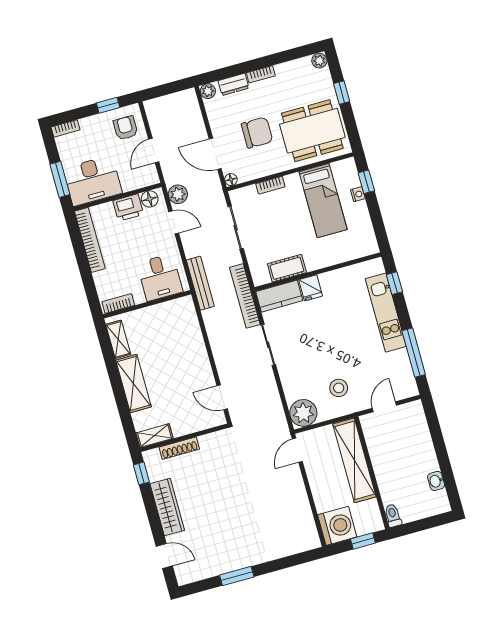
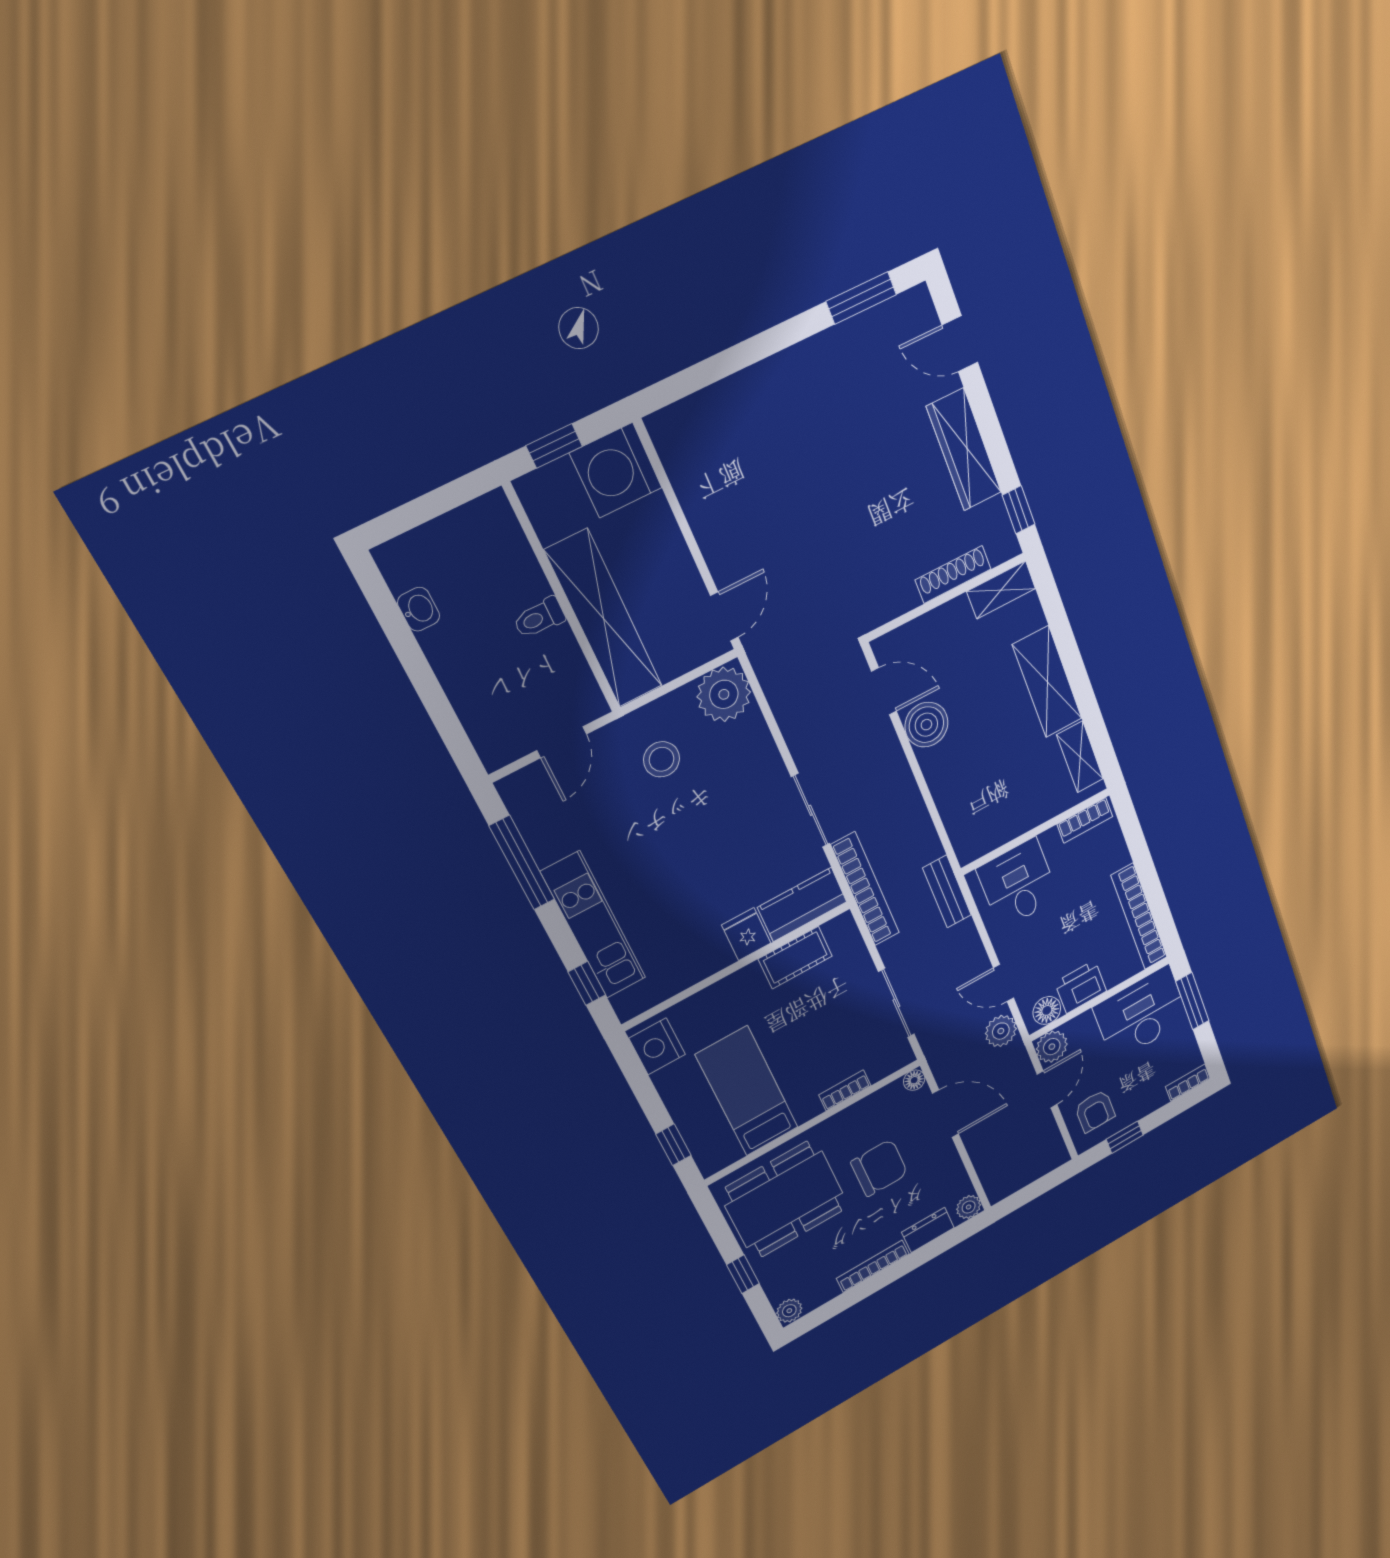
bookcase: (261, 74) -> (873, 1266), width x1.56
chair: (257, 133) -> (879, 1168), turned 180
plant: (149, 176) -> (1052, 1047), added
nightstand: (358, 194) -> (657, 1046), moved, width x1.89, depth x1.79
bench: (200, 283) -> (947, 892), width x0.73
boiler: (202, 375) -> (926, 725), added
toilet: (393, 516) -> (539, 618), moved, turned 90
window: (237, 576) -> (861, 298), moved

